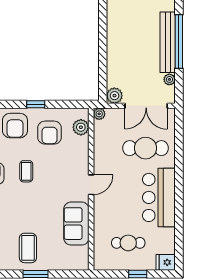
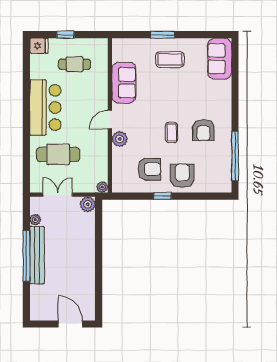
double door: (146, 106) -> (58, 195), width x0.73
plant: (81, 127) -> (120, 139), moved
armchair: (50, 133) -> (149, 169), turned 90
coffee table: (28, 248) -> (170, 60), turned 90

